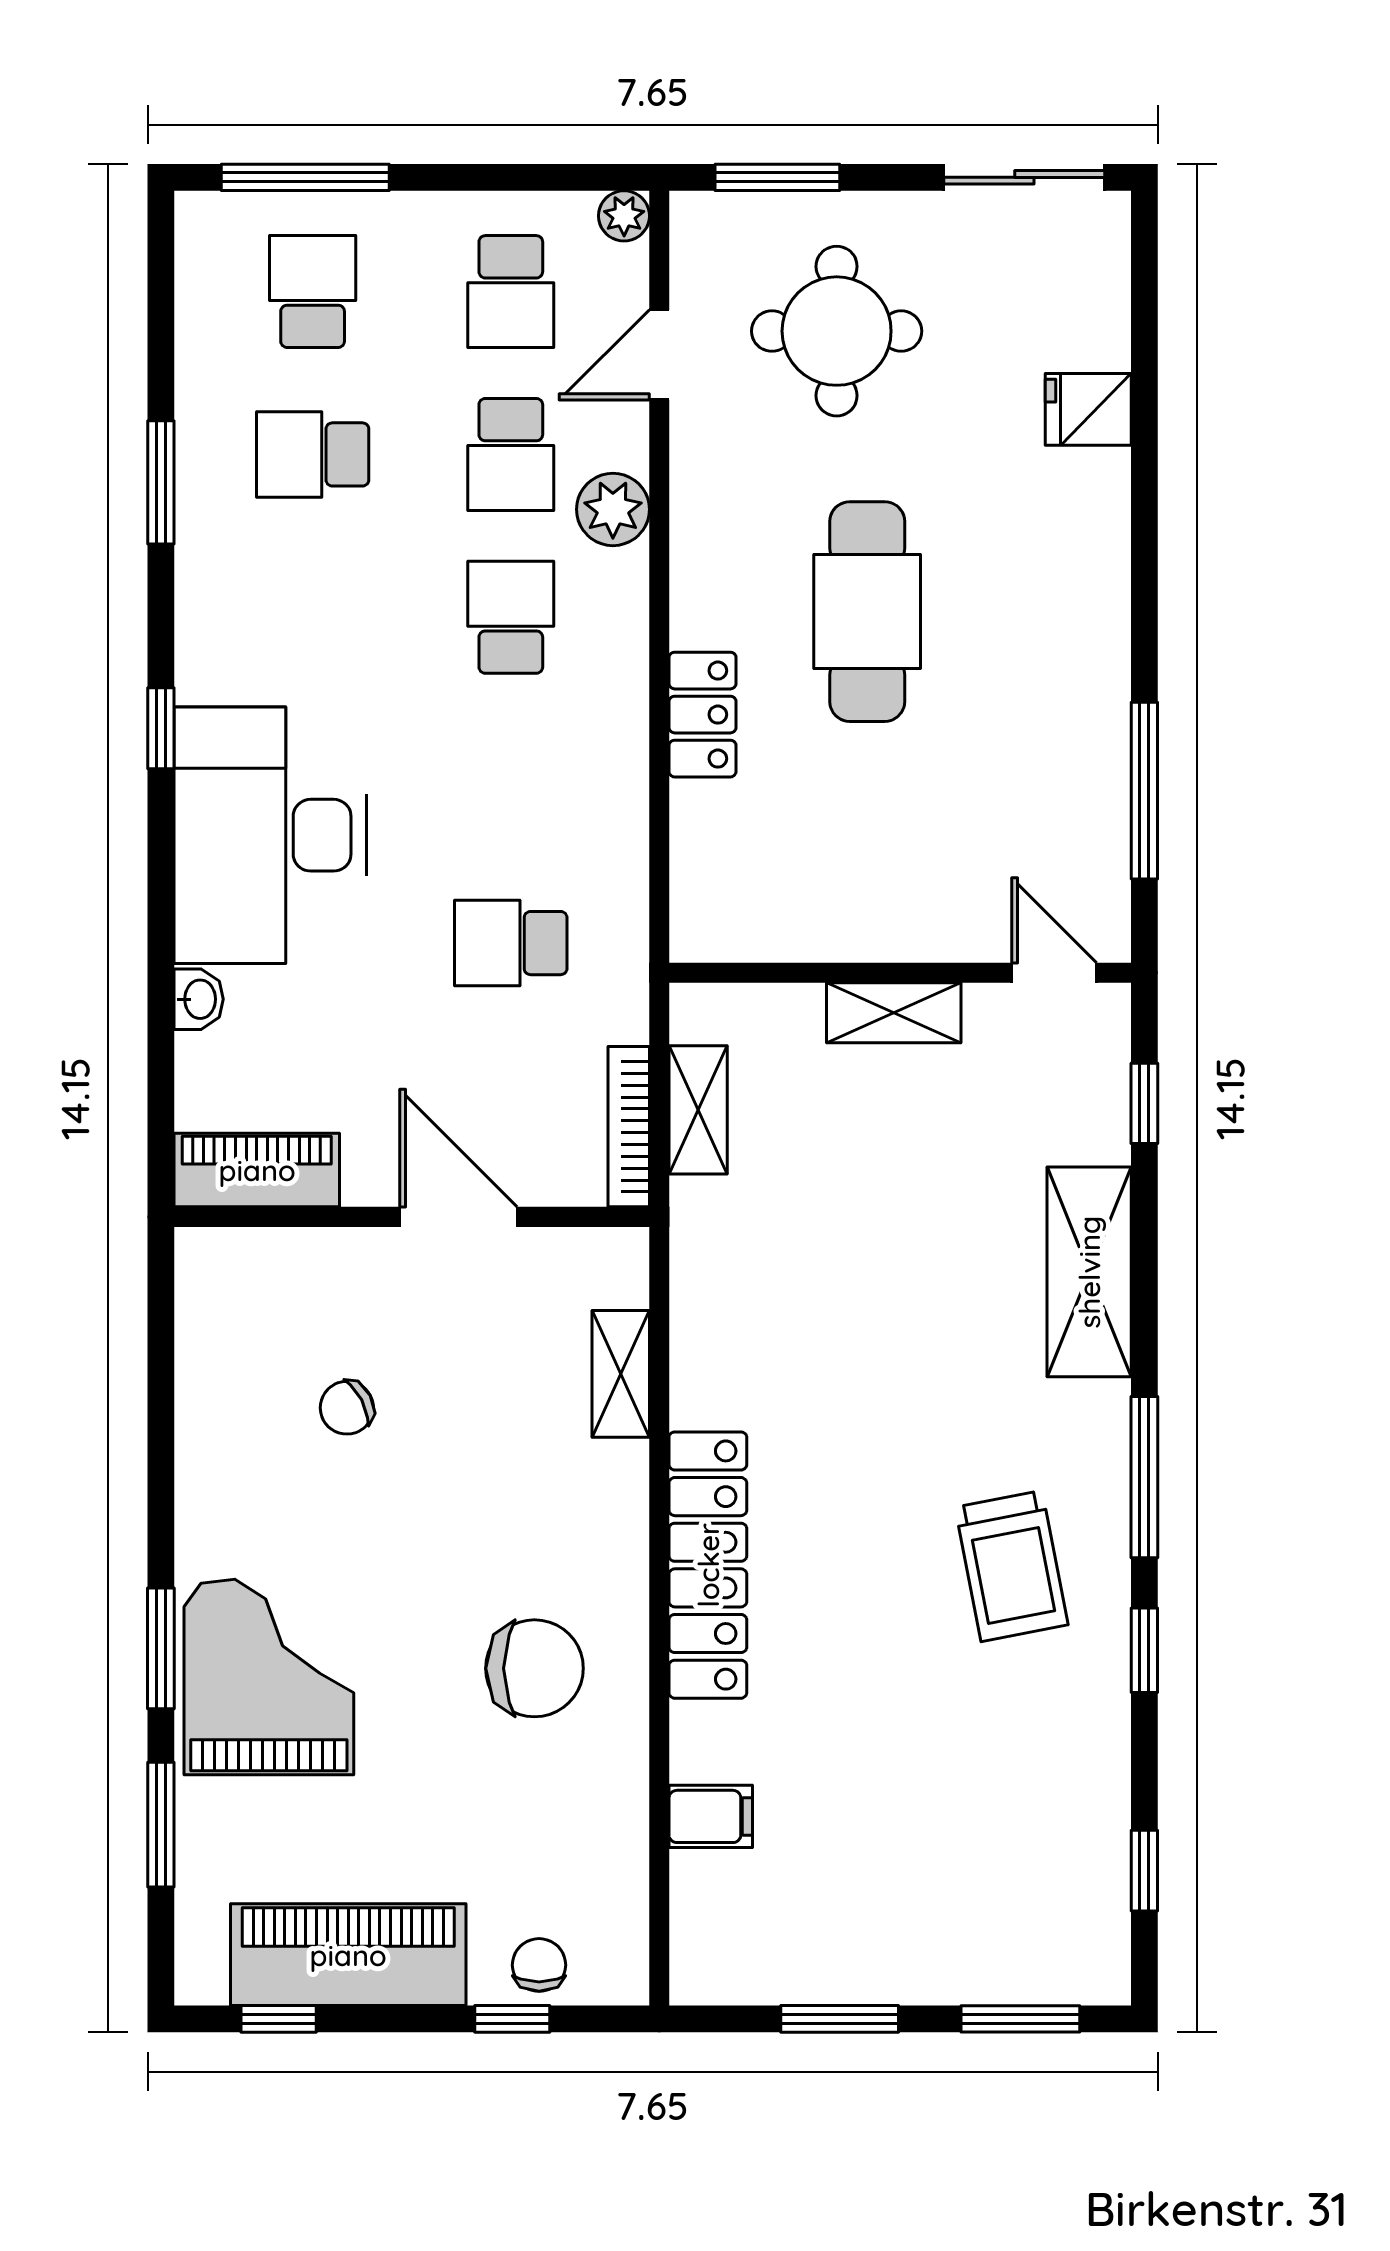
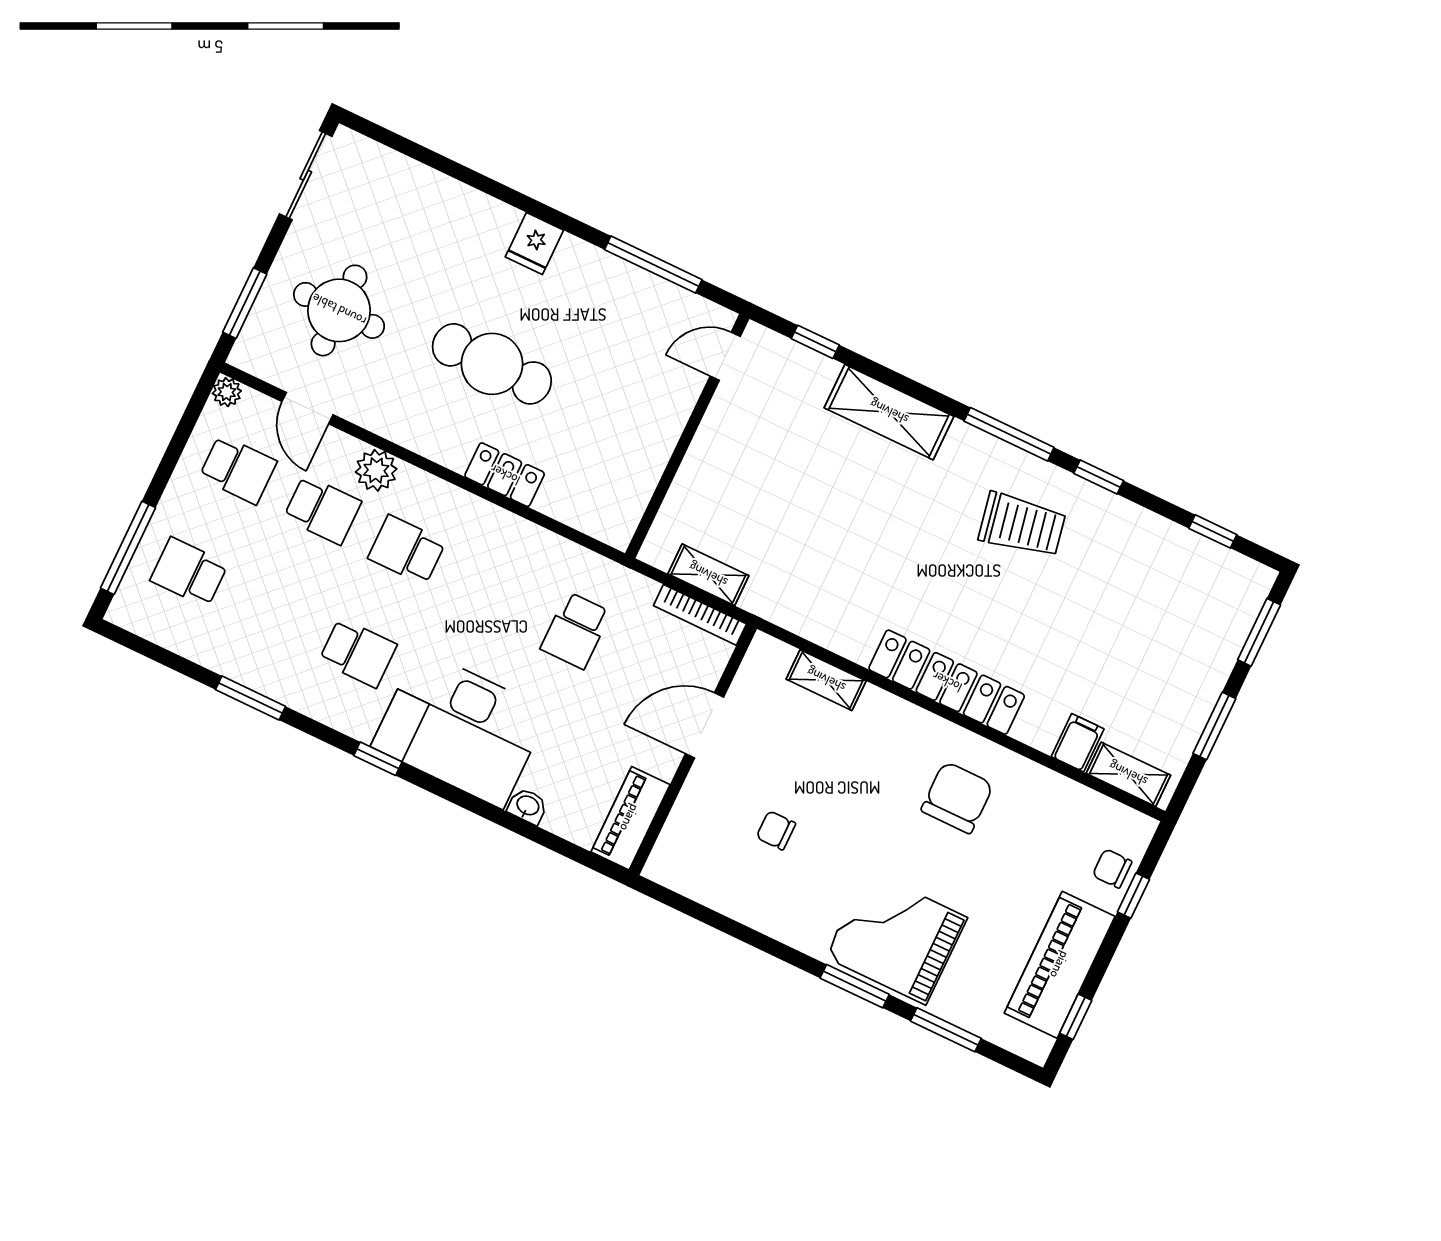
fridge: (1088, 409) -> (534, 244), moved
school desk: (313, 454) -> (358, 653), moved, turned -90
shelving: (894, 1013) -> (1128, 774), moved, turned 90
chair: (347, 1408) -> (776, 830), turned 118

